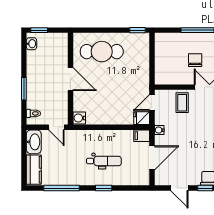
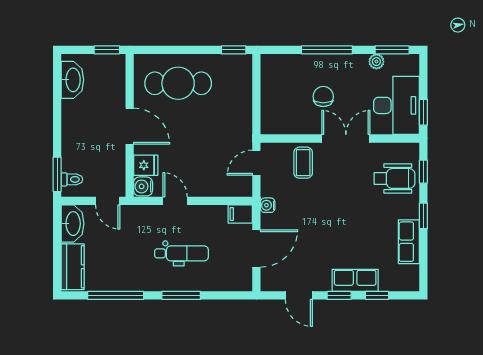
window: (39, 30) -> (107, 50), moved
washbasin: (31, 44) -> (72, 80), width x1.91, depth x1.45
window: (24, 89) -> (57, 174), moved
fridge: (142, 118) -> (146, 165), moved, turned 180
door: (100, 127) -> (175, 201), added
window: (104, 188) -> (181, 295), width x1.50

